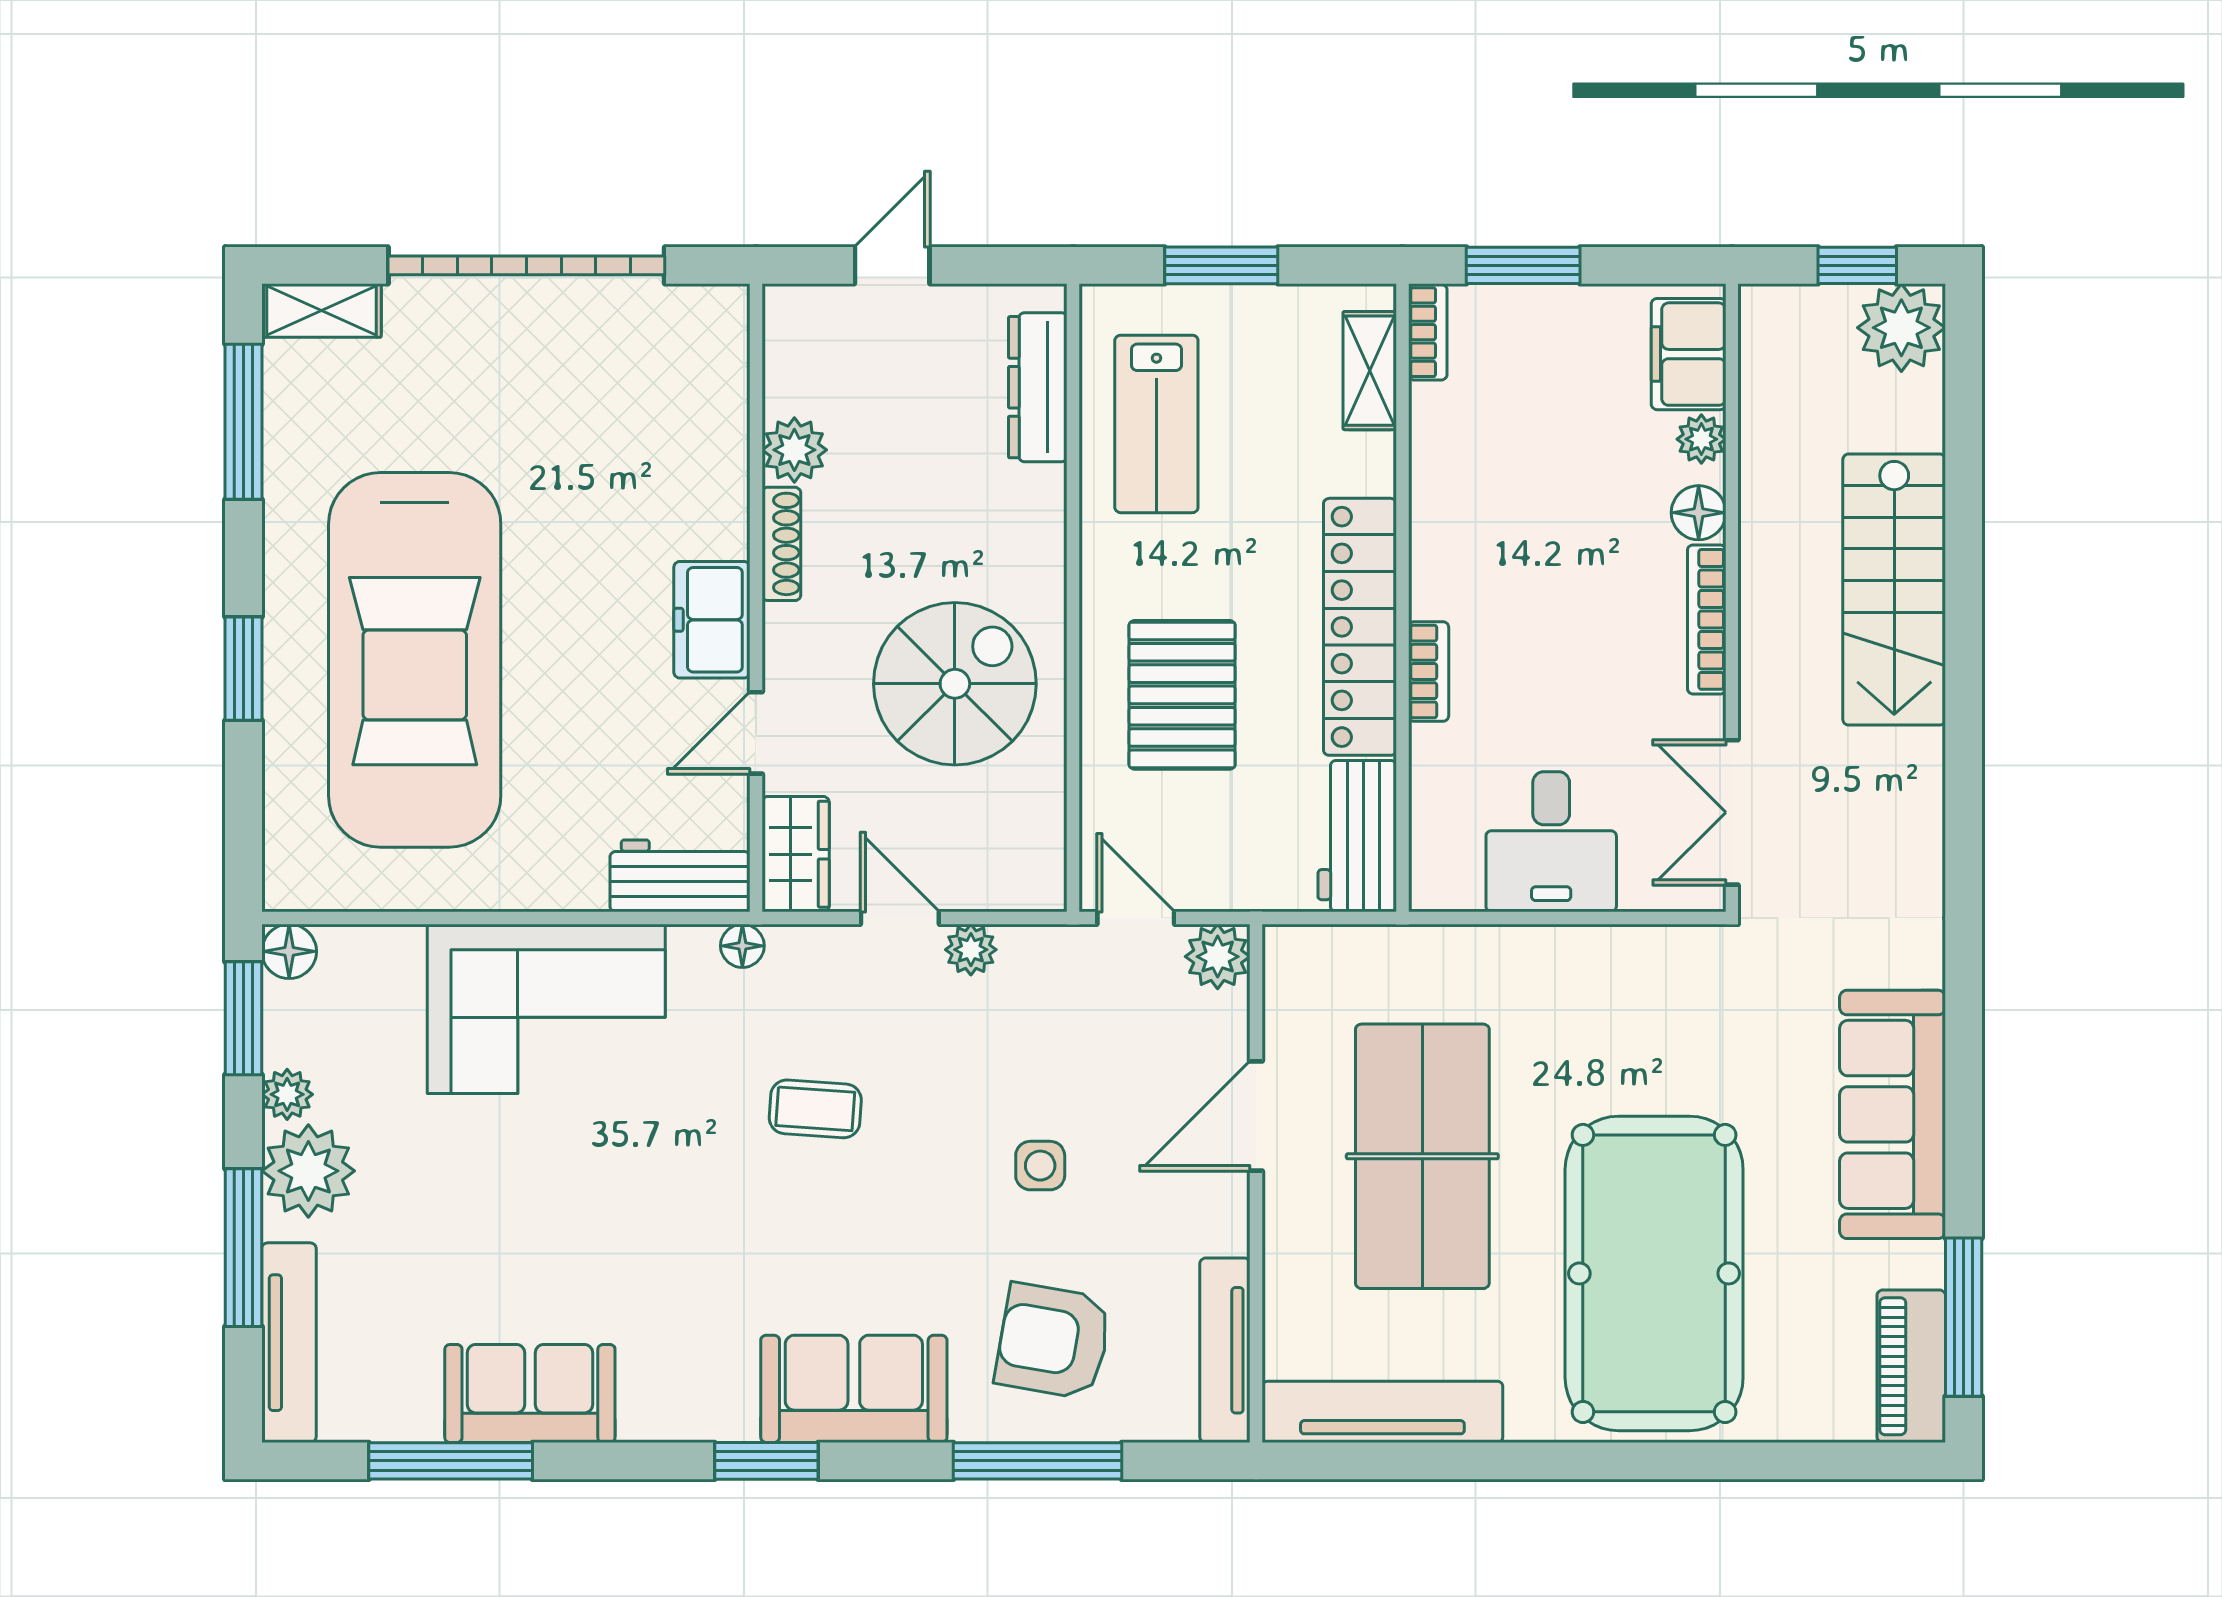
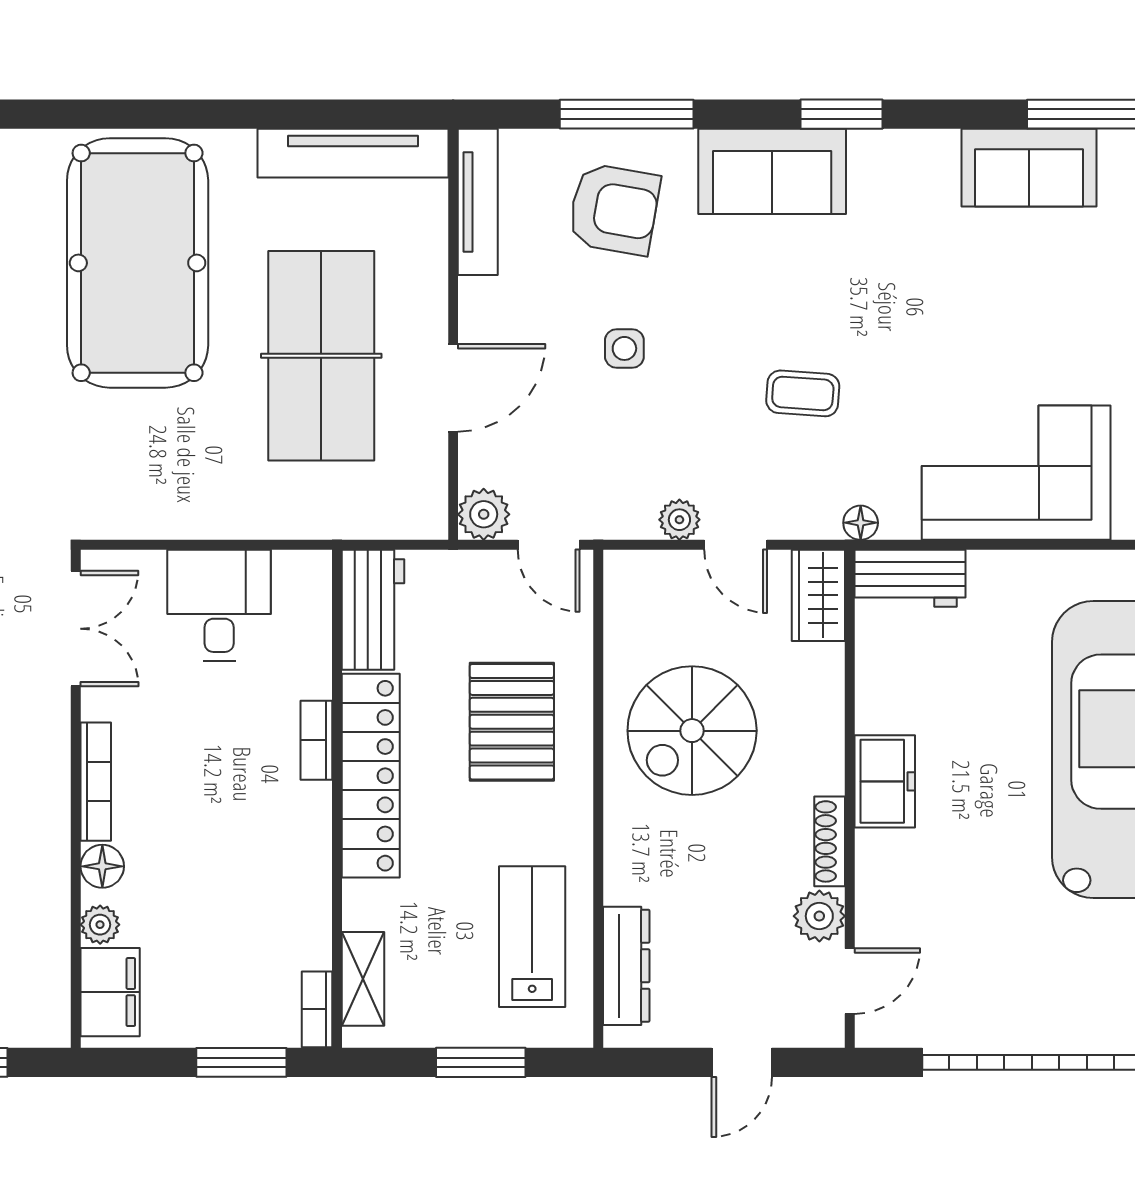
door: (756, 733) -> (850, 981), moved

